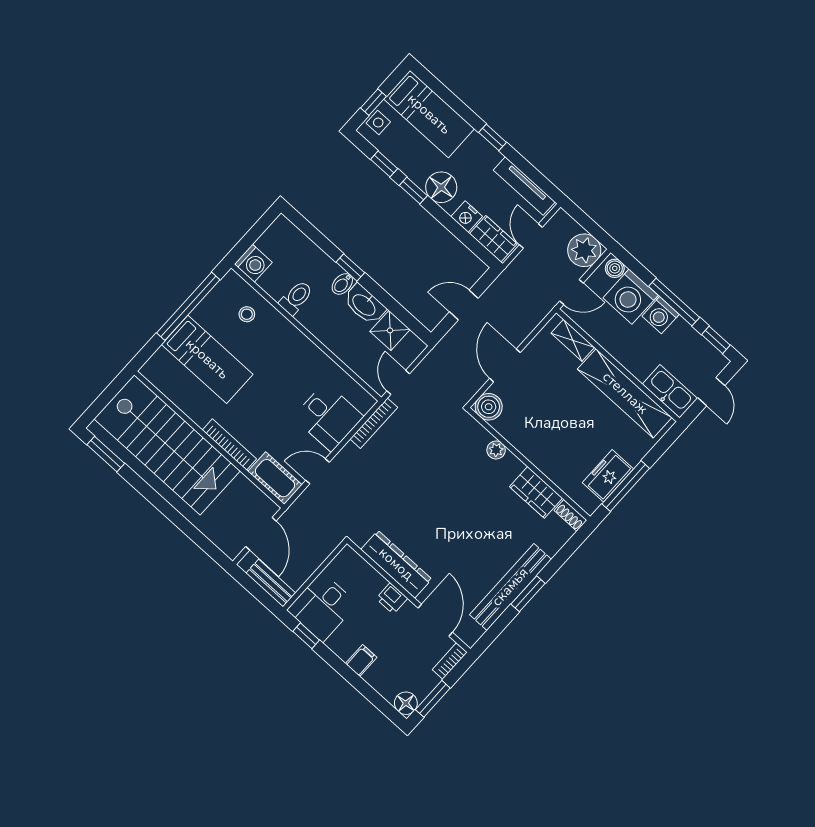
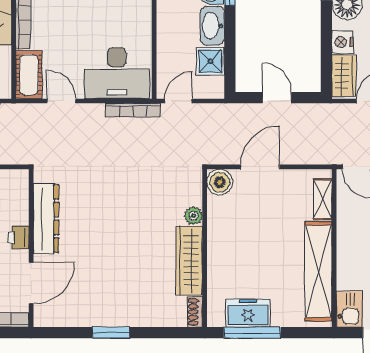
kitchen sink: (670, 391) -> (349, 309), width x0.73
desk: (328, 417) -> (117, 73), width x1.37
wardrobe: (536, 492) -> (189, 261), width x1.50
bench: (510, 587) -> (104, 315), removed

